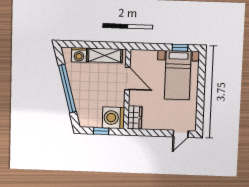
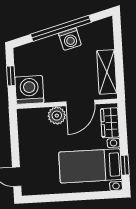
washing machine: (79, 55) -> (70, 39), moved, turned -105
plant: (136, 98) -> (57, 116), added
wardrobe: (135, 118) -> (110, 123), moved, turned 90

